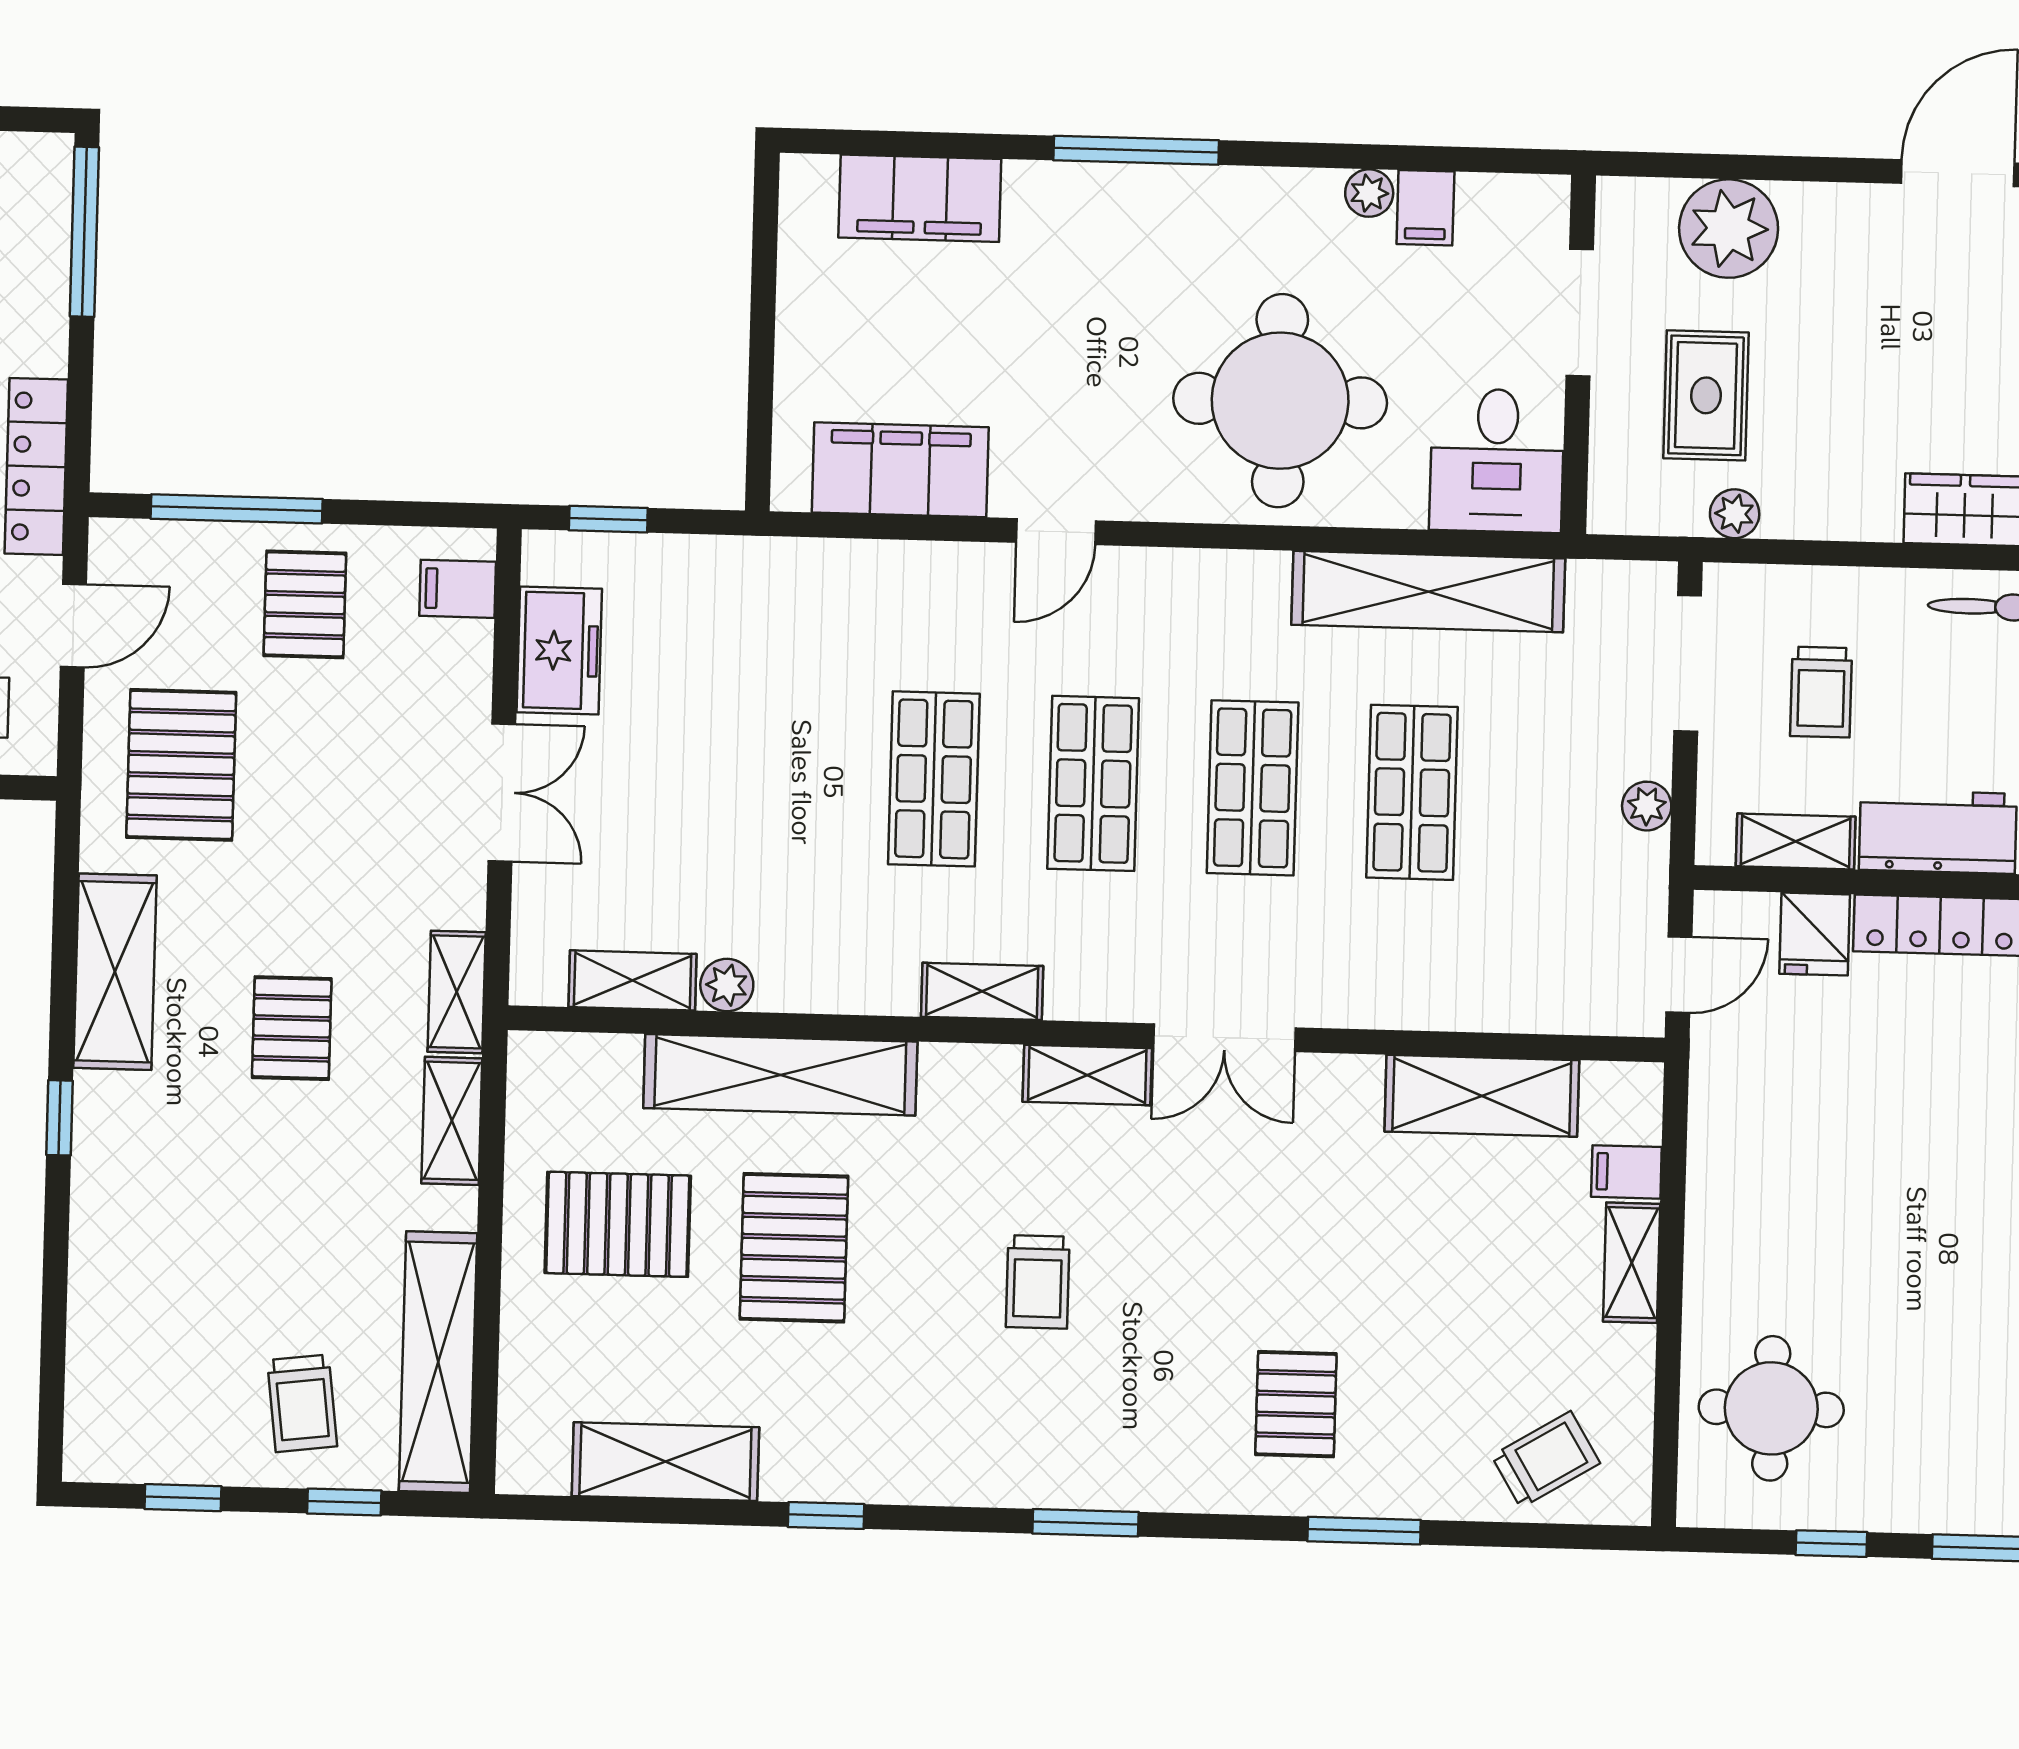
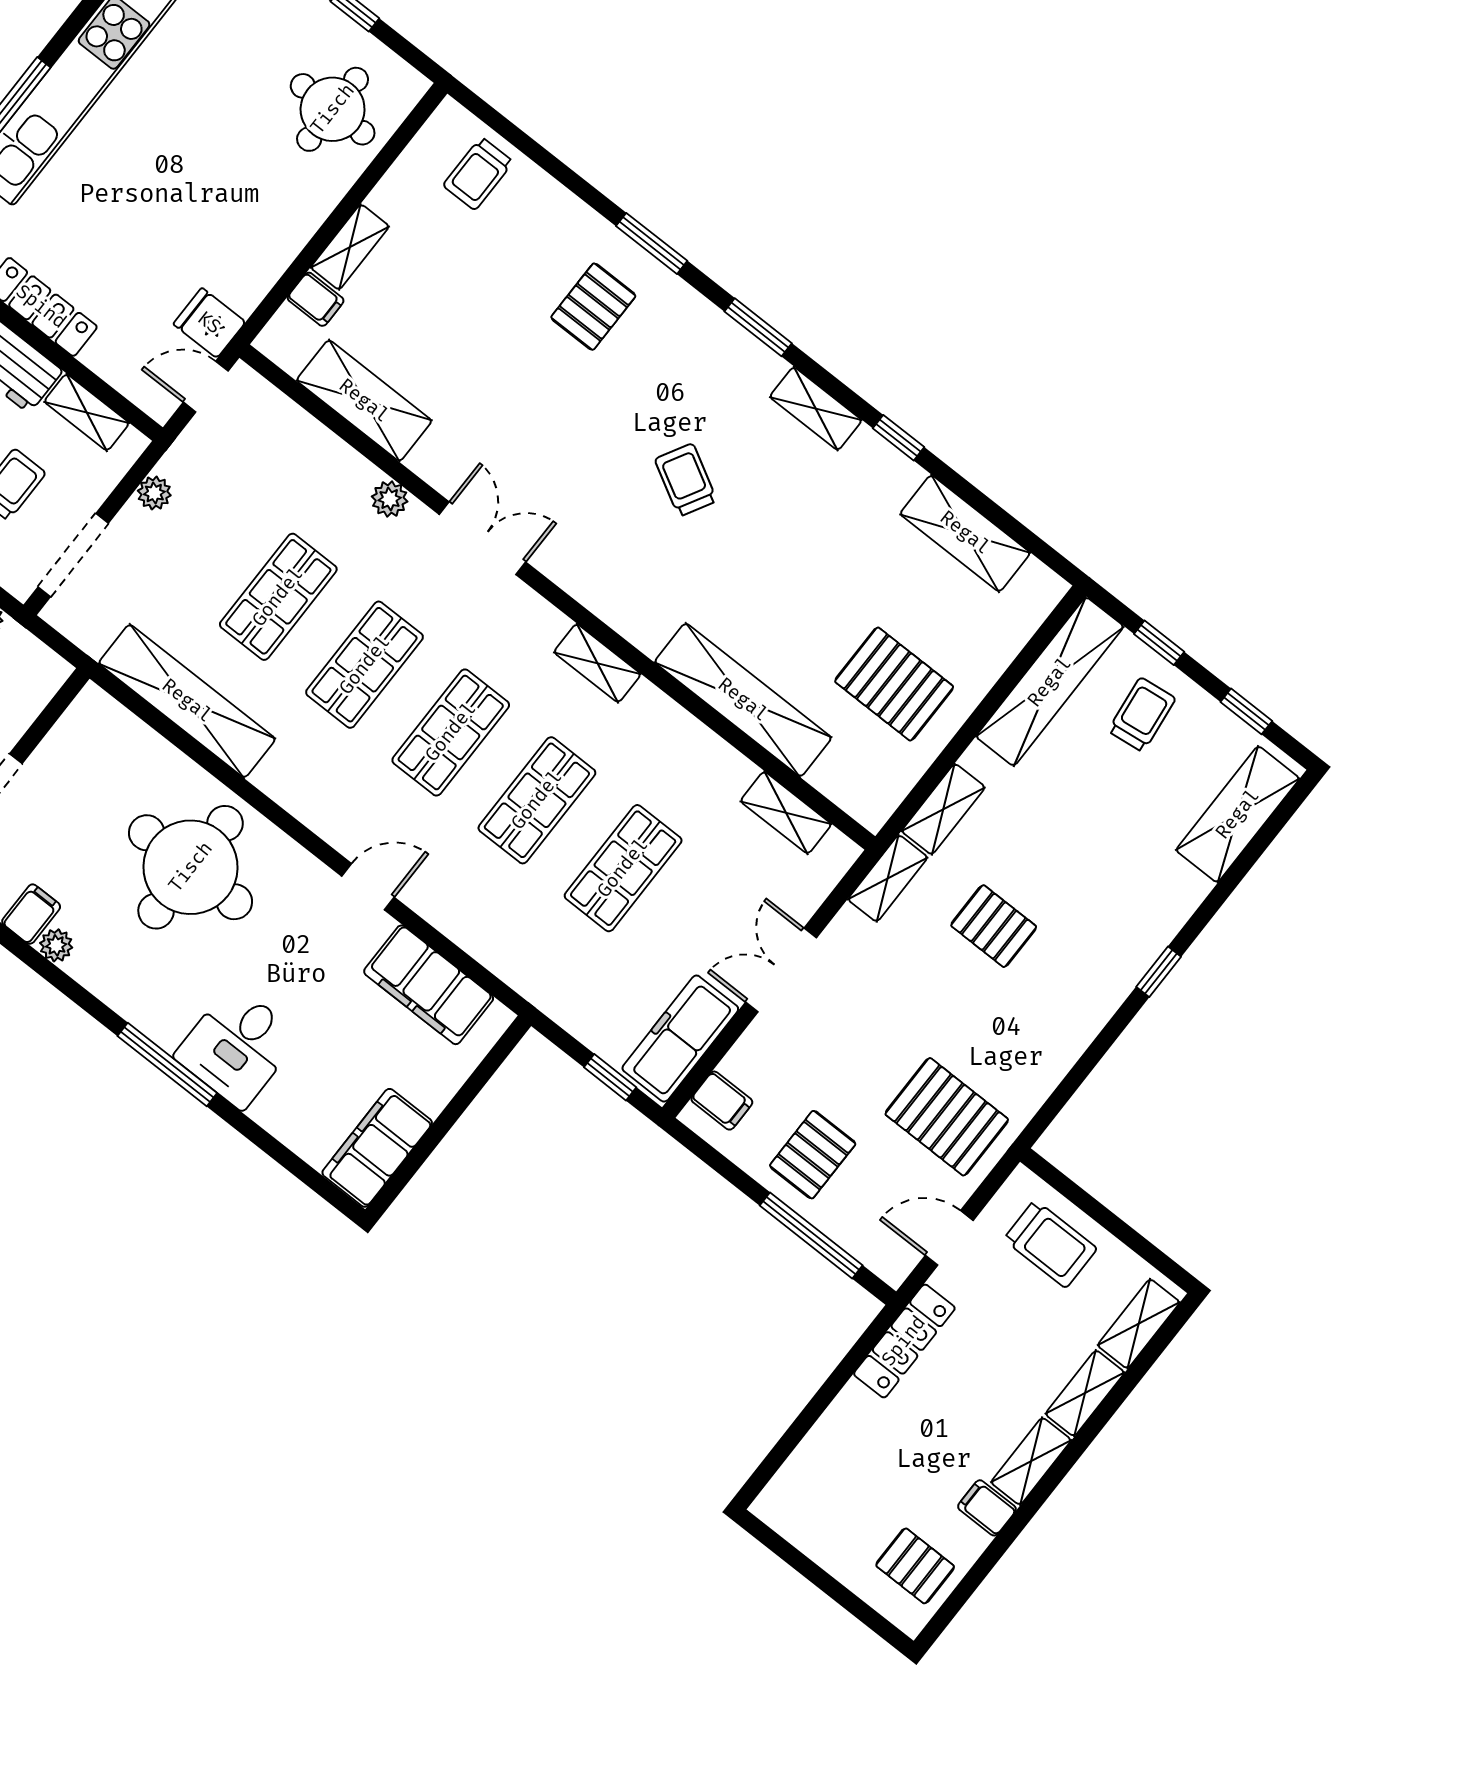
filing cabinet: (920, 198) -> (377, 1148), moved, turned -90
window: (84, 232) -> (782, 1451), removed
desk: (1497, 460) -> (237, 1046), moved, turned 180
freezer: (559, 650) -> (680, 1039), width x1.40
pallet: (181, 765) -> (947, 1117), turned 90
shop shelf: (774, 774) -> (623, 868), added
fridge: (1815, 934) -> (209, 323), moved, turned -90
shelving: (115, 972) -> (1238, 814), moved
plant: (727, 985) -> (390, 499), moved
pallet: (292, 1028) -> (994, 926), turned 90
shelving: (1087, 1075) -> (816, 409), moved
pallet: (794, 1248) -> (806, 599), removed
trolley: (1038, 1282) -> (686, 480), turned -61
trolley: (1546, 1459) -> (478, 174), turned -59
window: (1364, 1531) -> (652, 243), moved

